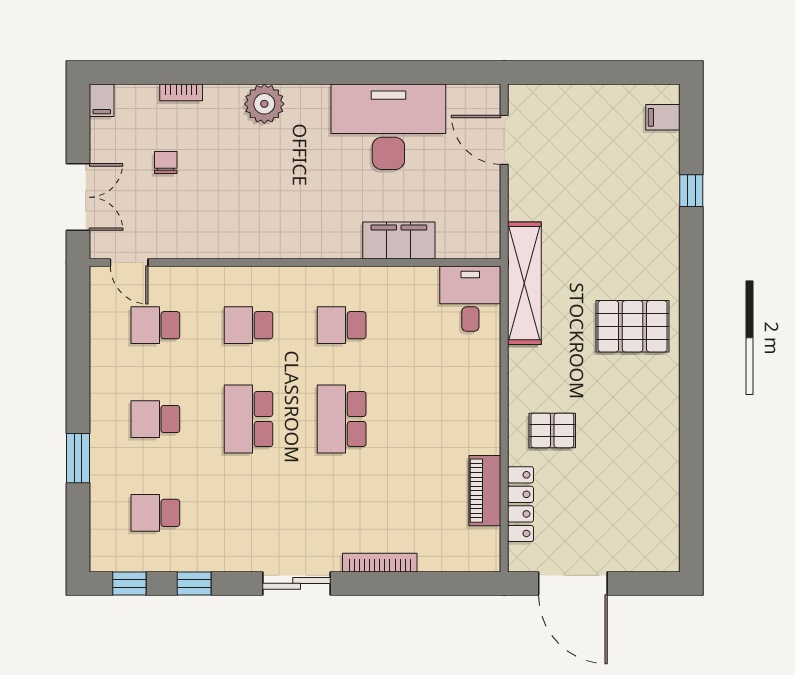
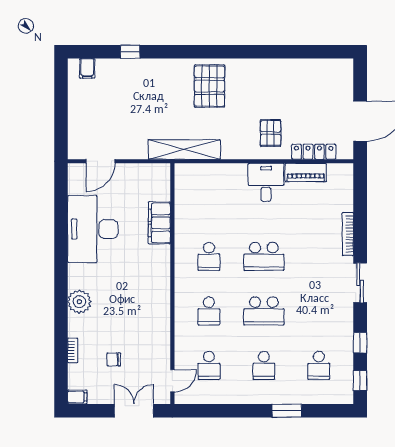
desk: (470, 299) -> (266, 182), moved, turned 90

